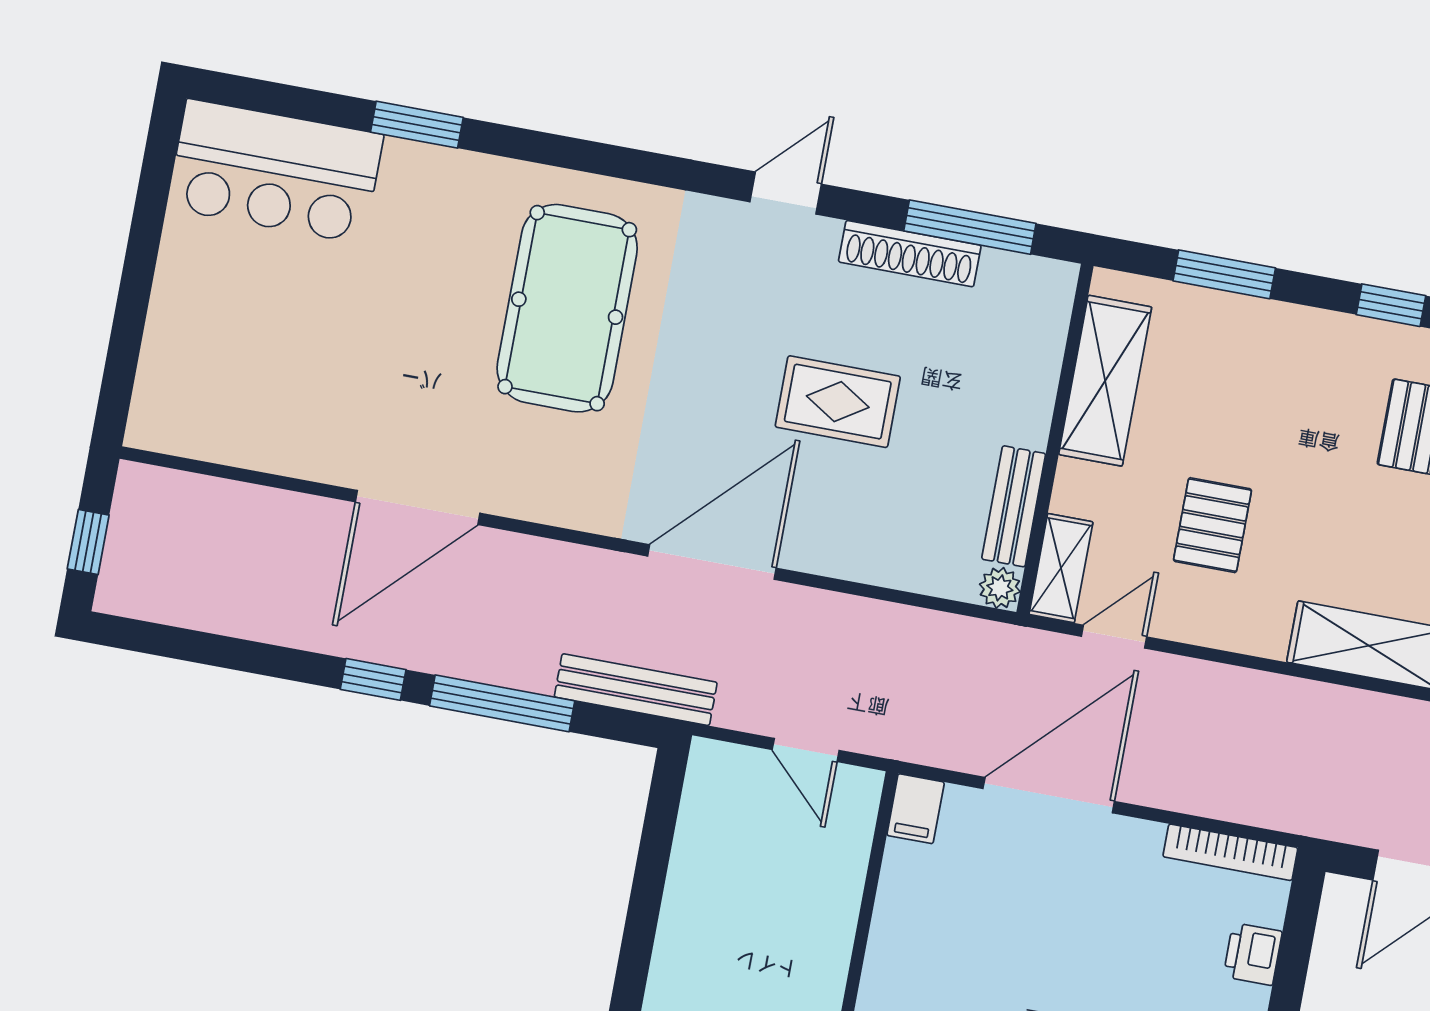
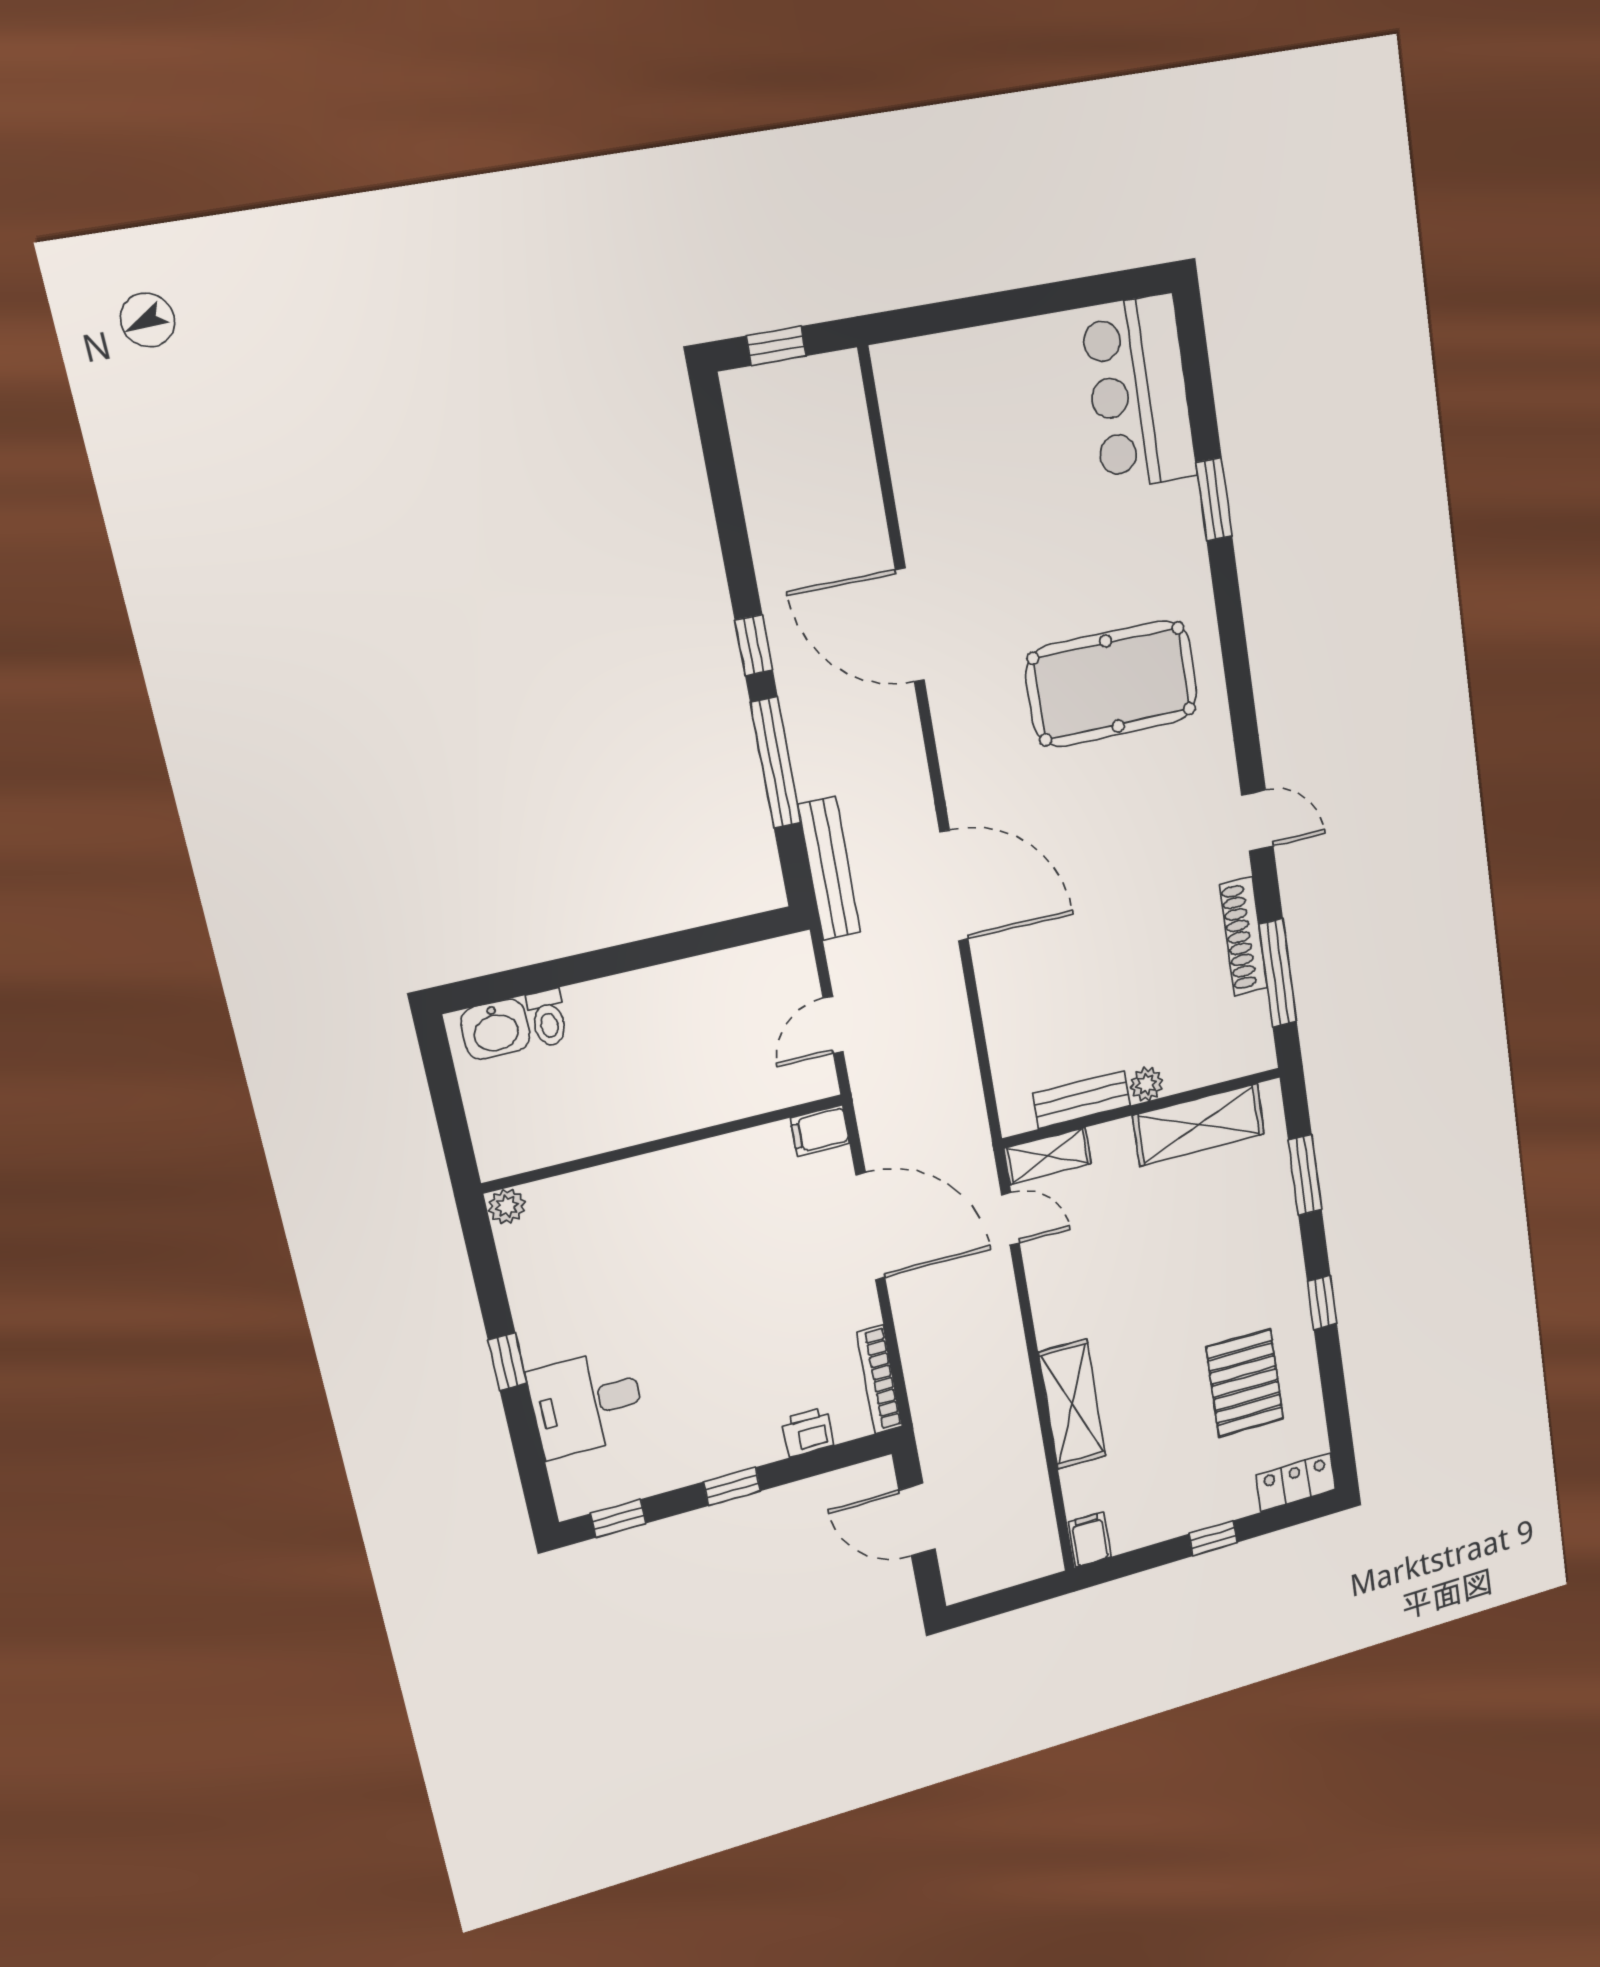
rug: (838, 402) -> (1114, 930), removed
pallet: (1212, 525) -> (1120, 1252), removed
plant: (1000, 588) -> (1147, 1084), moved

